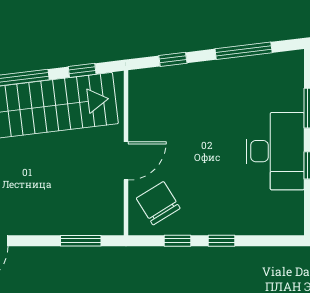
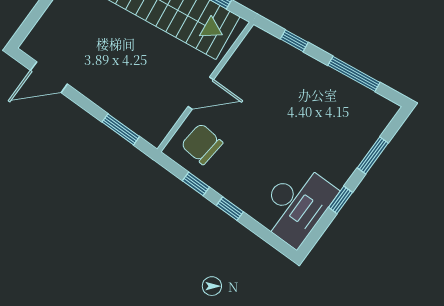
desk: (275, 151) -> (296, 205), moved
chair: (158, 203) -> (202, 144), turned -52

